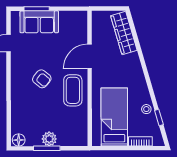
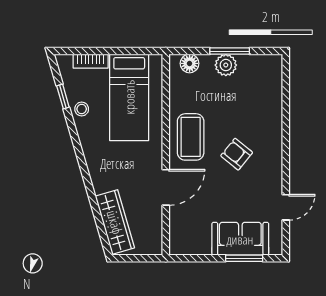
floor lamp: (19, 140) -> (190, 63), moved

